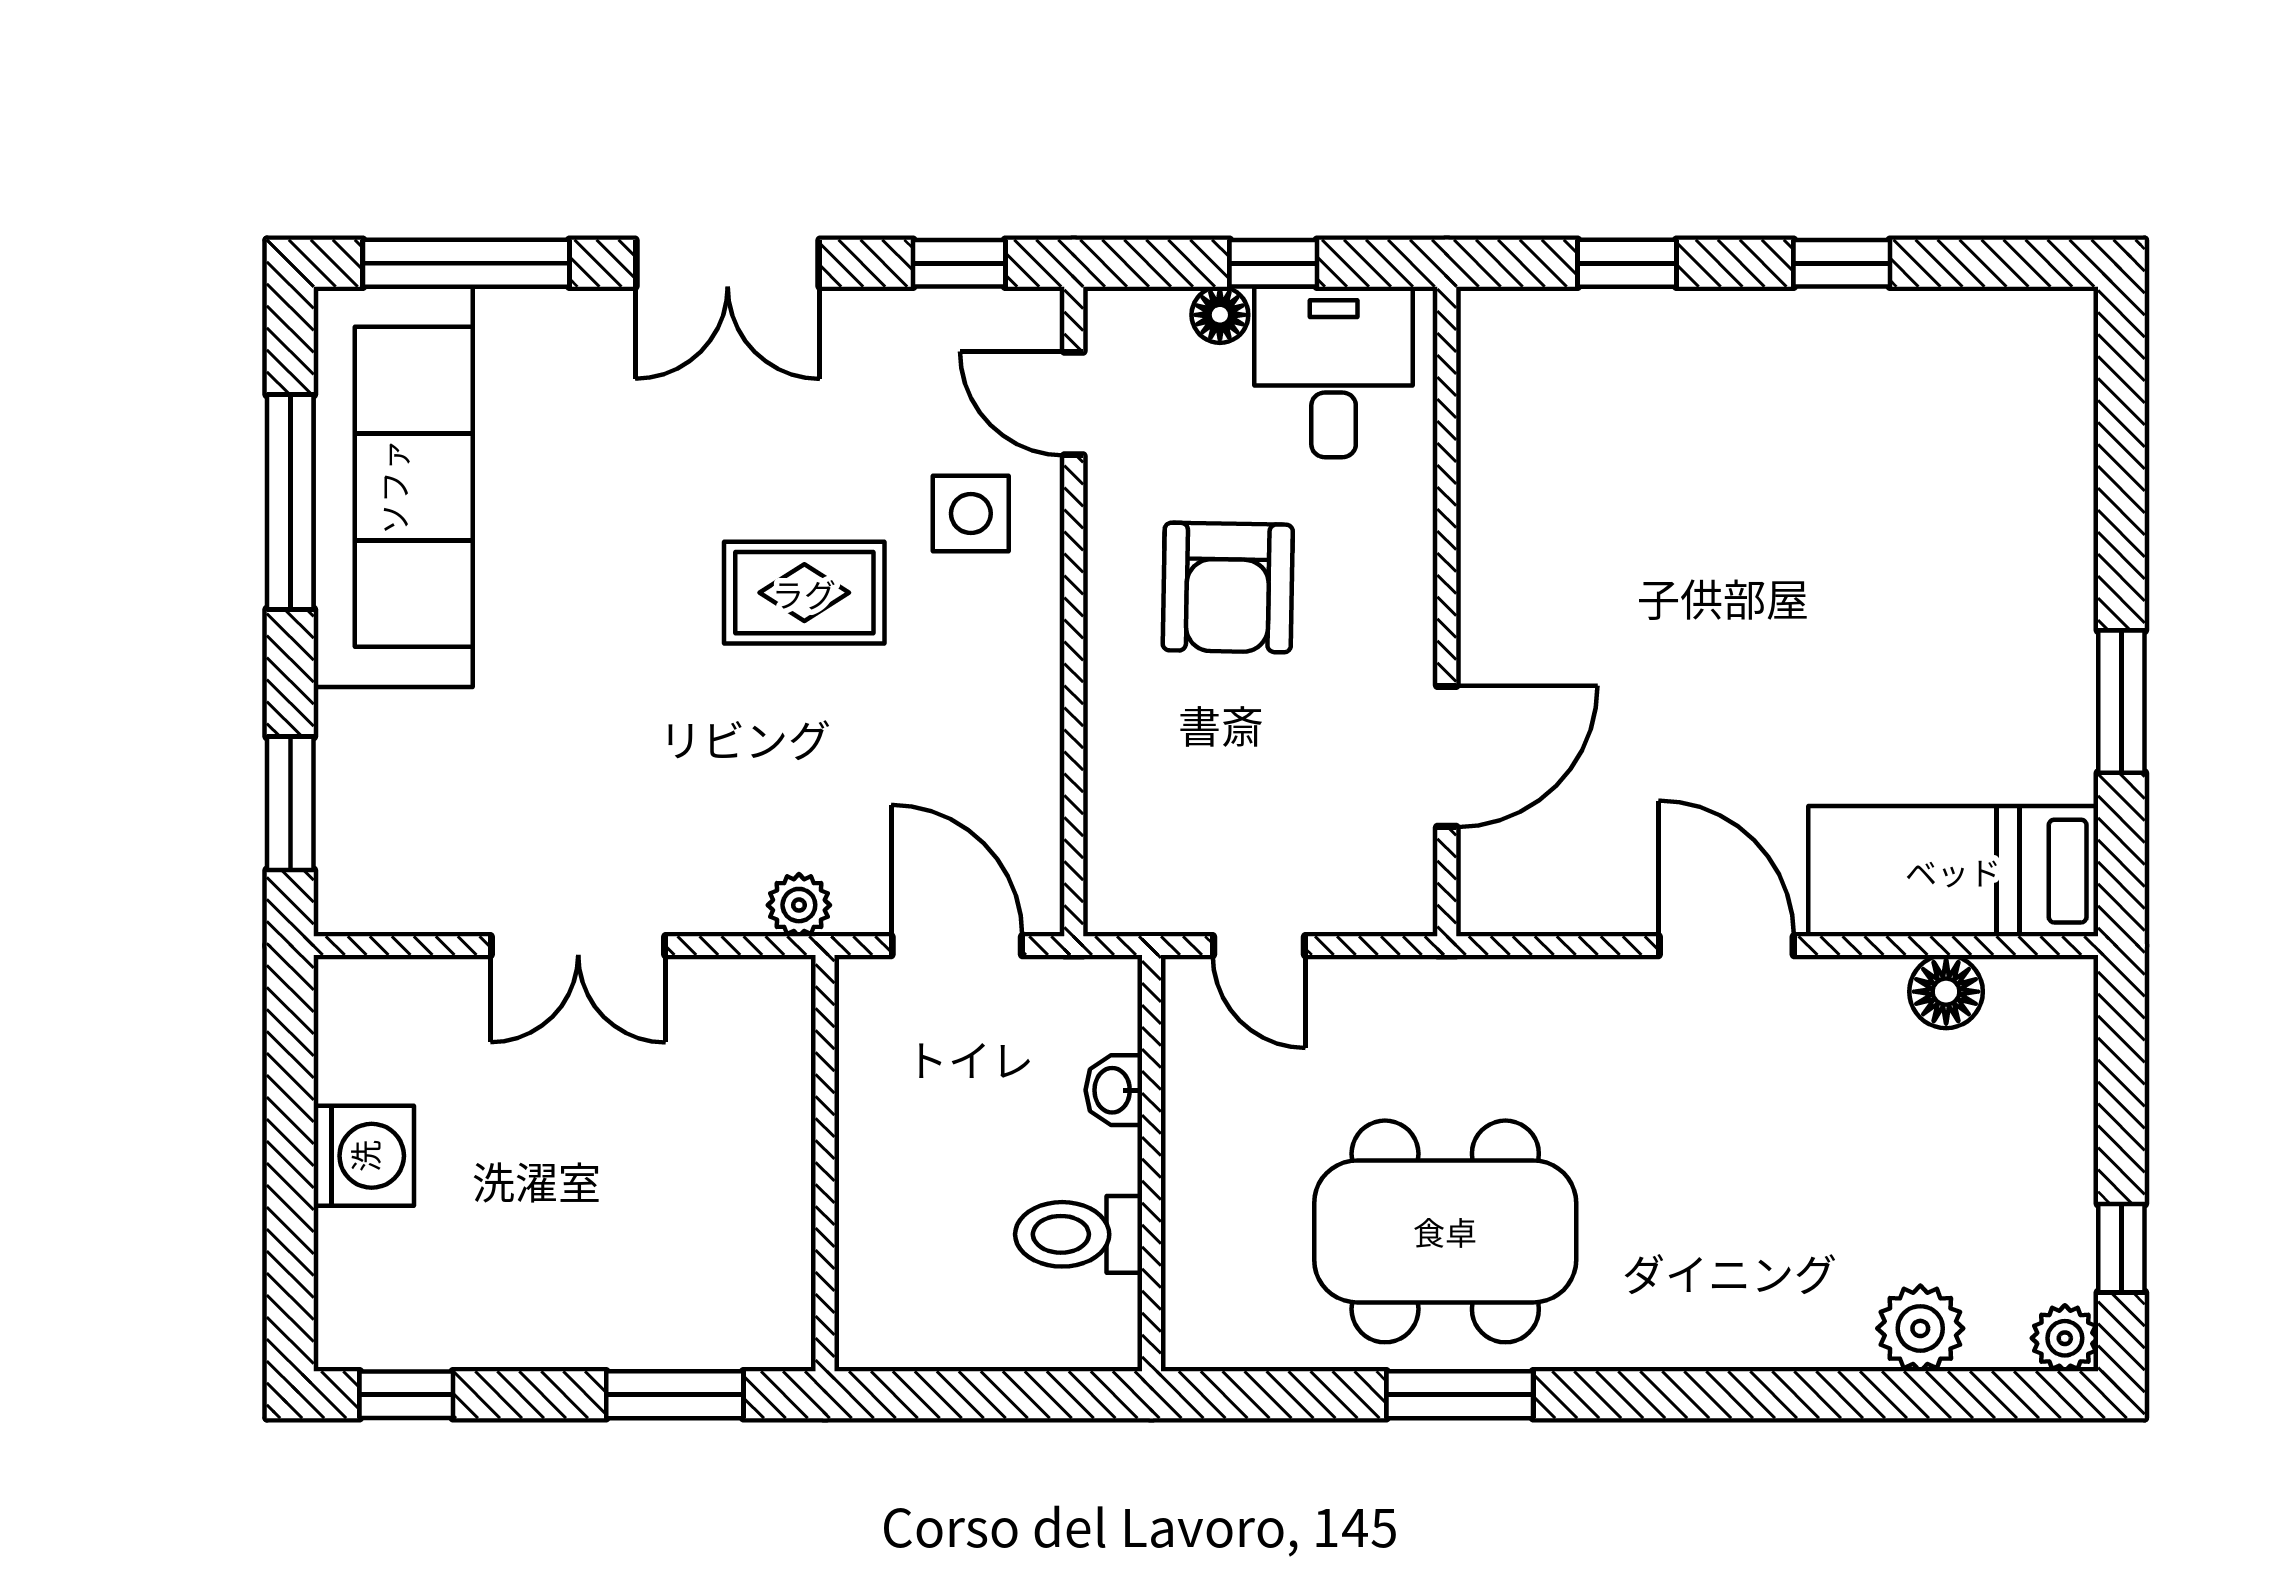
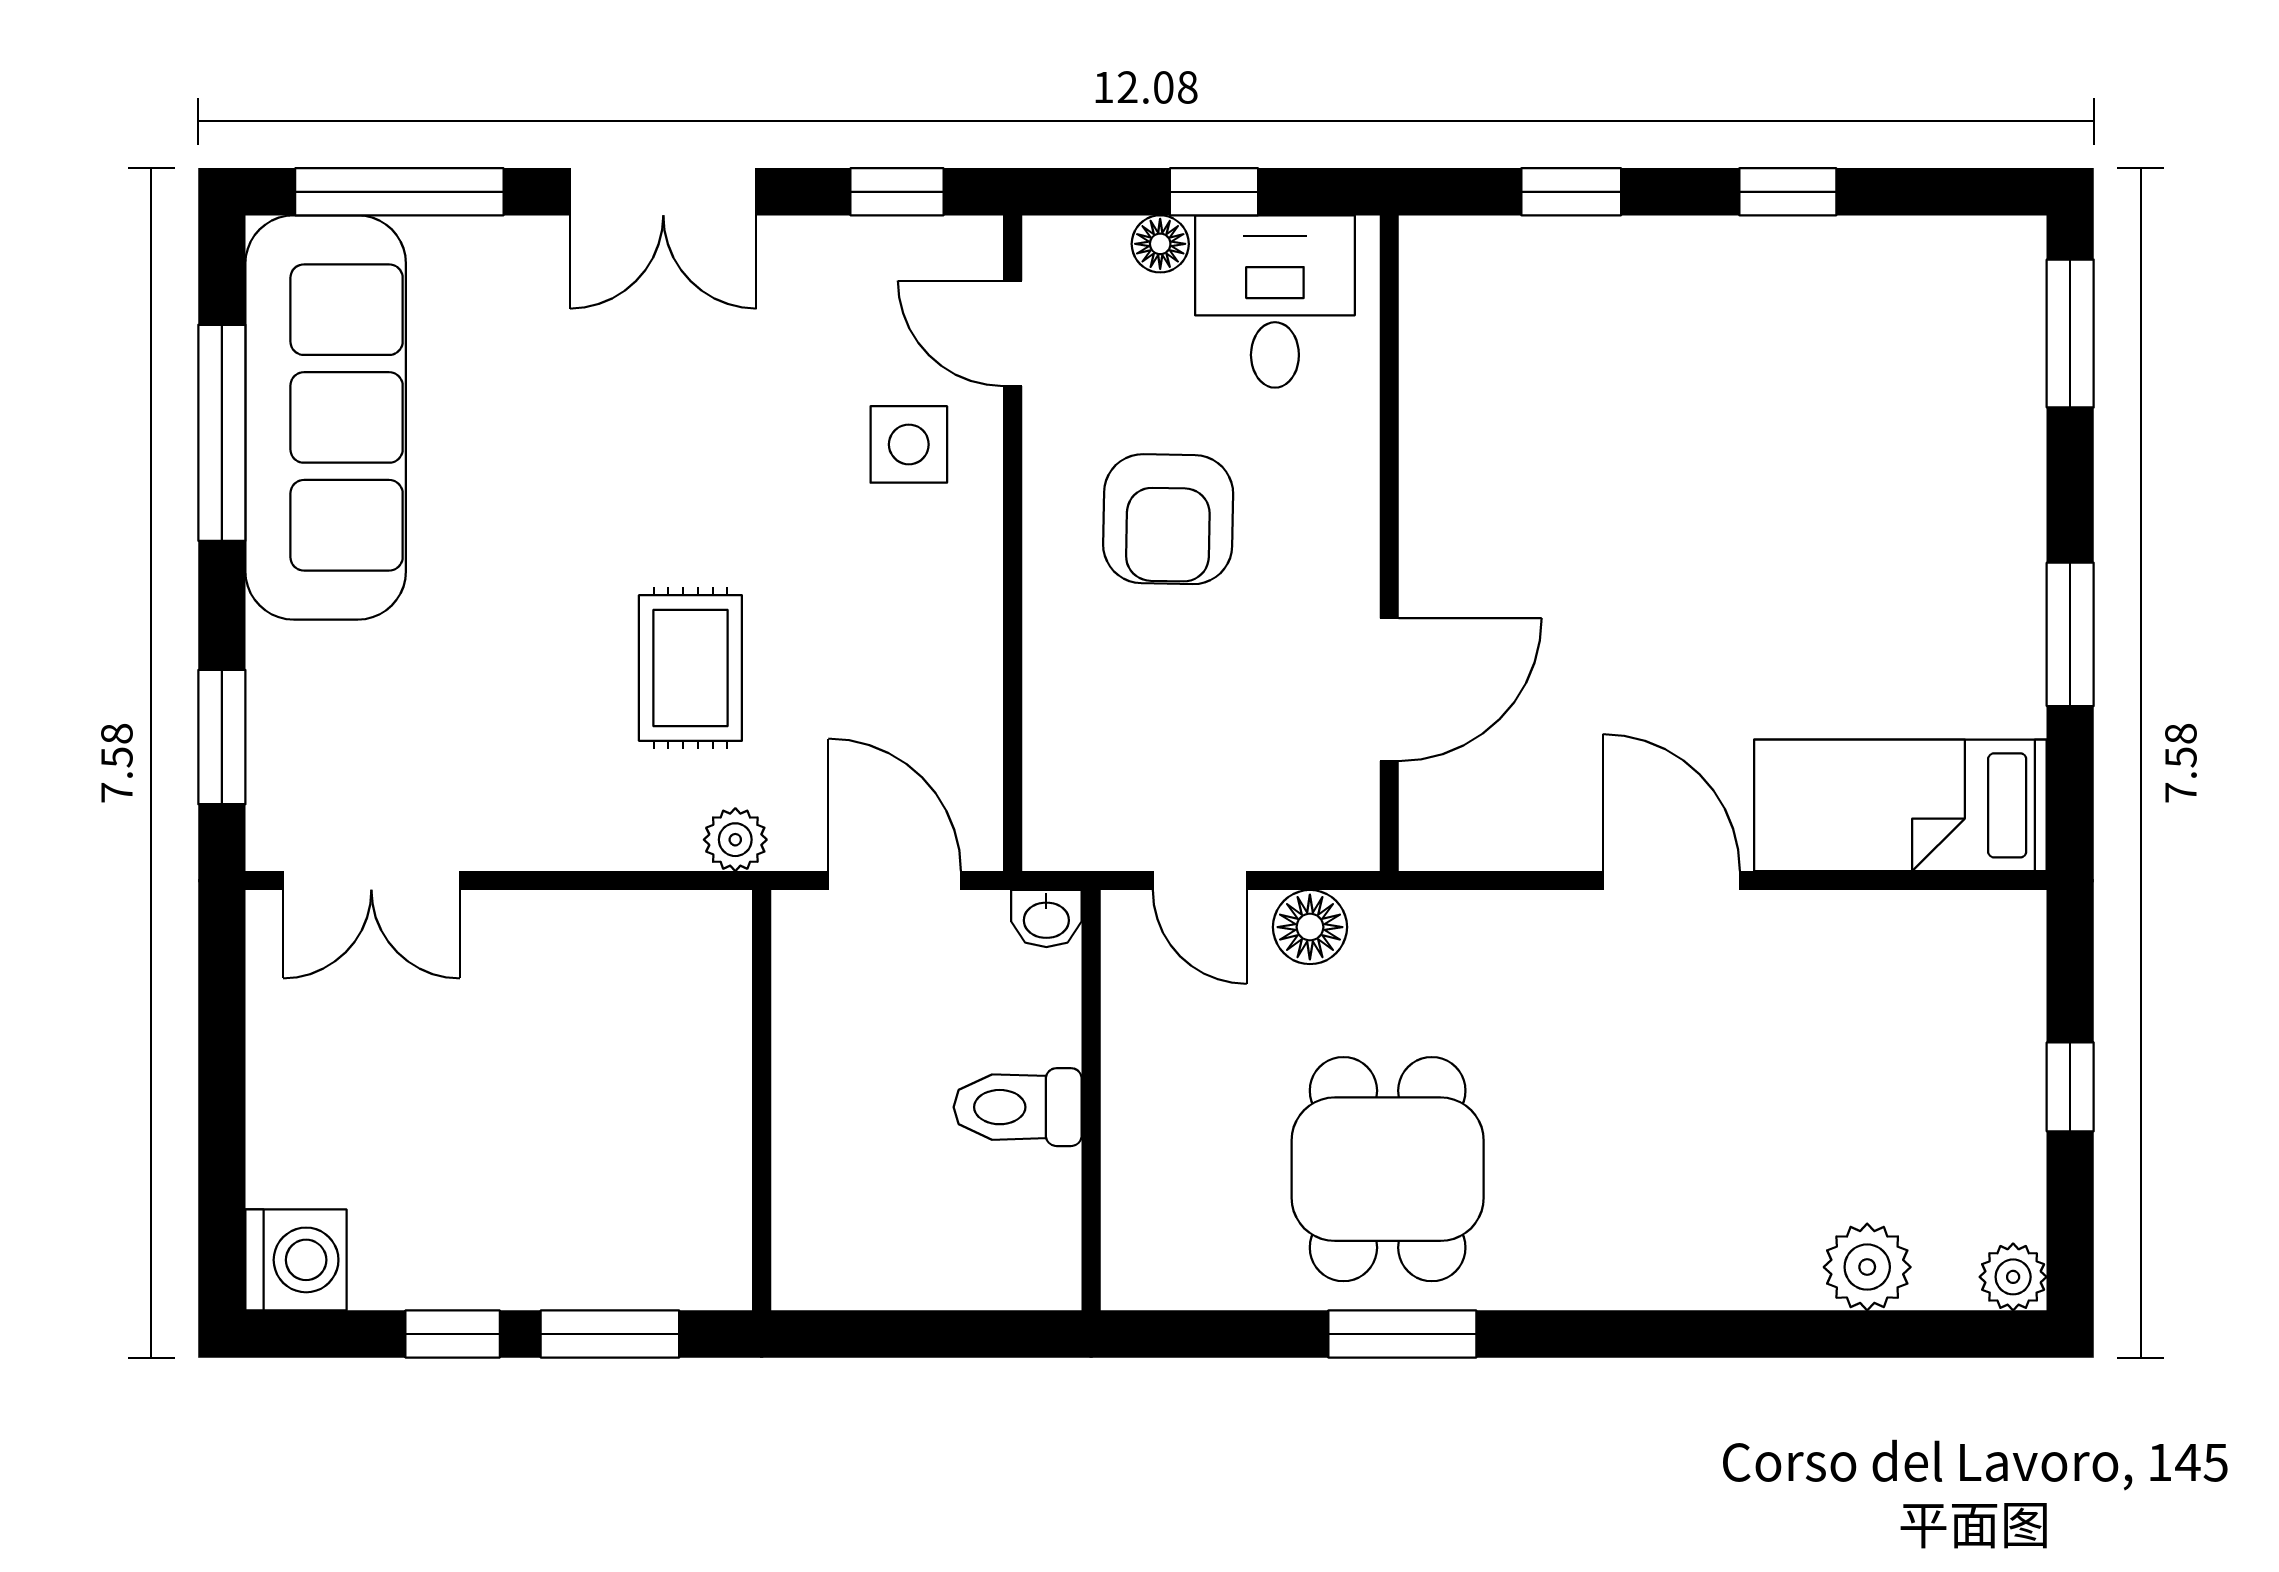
window: (2121, 404) -> (2070, 333), added
rug: (804, 593) -> (690, 668), moved, turned 90
double door: (578, 946) -> (371, 881), moved
floor lamp: (1946, 992) -> (1310, 927), moved
washbasin: (1114, 1090) -> (1046, 919), moved, turned -90
washing machine: (364, 1156) -> (296, 1260), moved
dining table: (1445, 1231) -> (1388, 1169), width x0.73
toilet: (1079, 1234) -> (1018, 1107), moved
window: (2121, 1248) -> (2070, 1087), moved
window: (406, 1395) -> (453, 1334), moved

